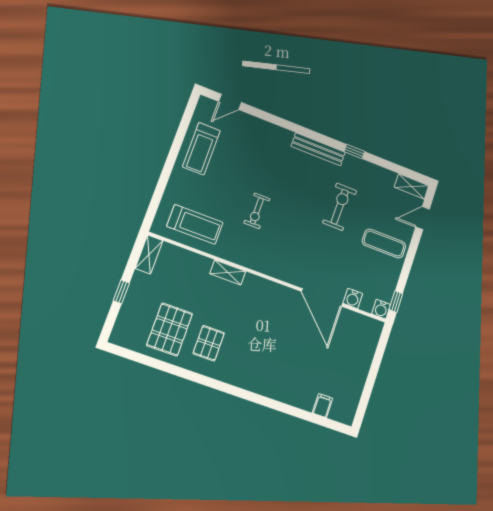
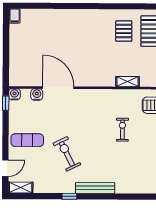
exercise bike: (340, 207) -> (67, 154), turned 153
filing cabinet: (322, 406) -> (15, 16), moved

